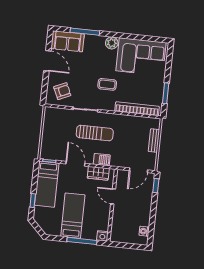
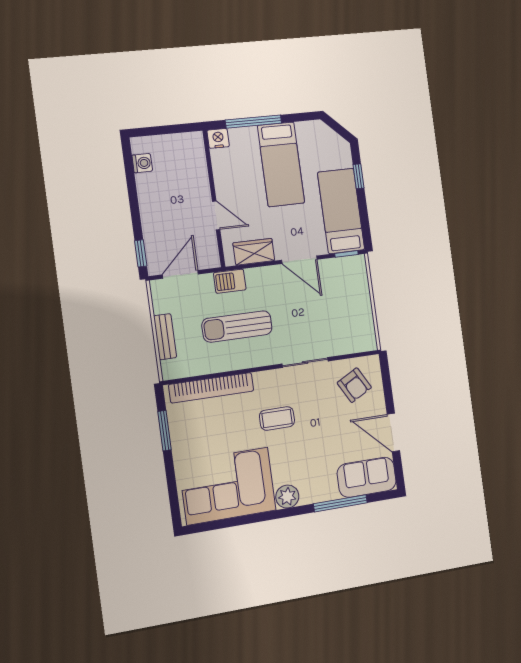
armchair: (62, 91) -> (354, 385), turned -95
sun lounger: (95, 133) -> (237, 326), moved
barbecue: (102, 160) -> (230, 281), moved

